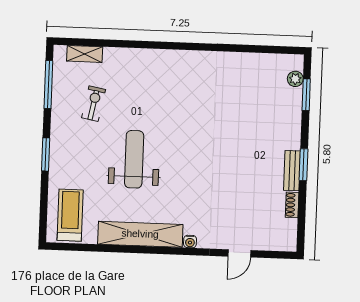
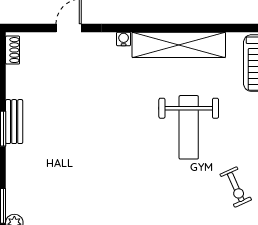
exercise bike: (94, 104) -> (236, 187), turned -35
shoe rack: (292, 205) -> (13, 50), moved

